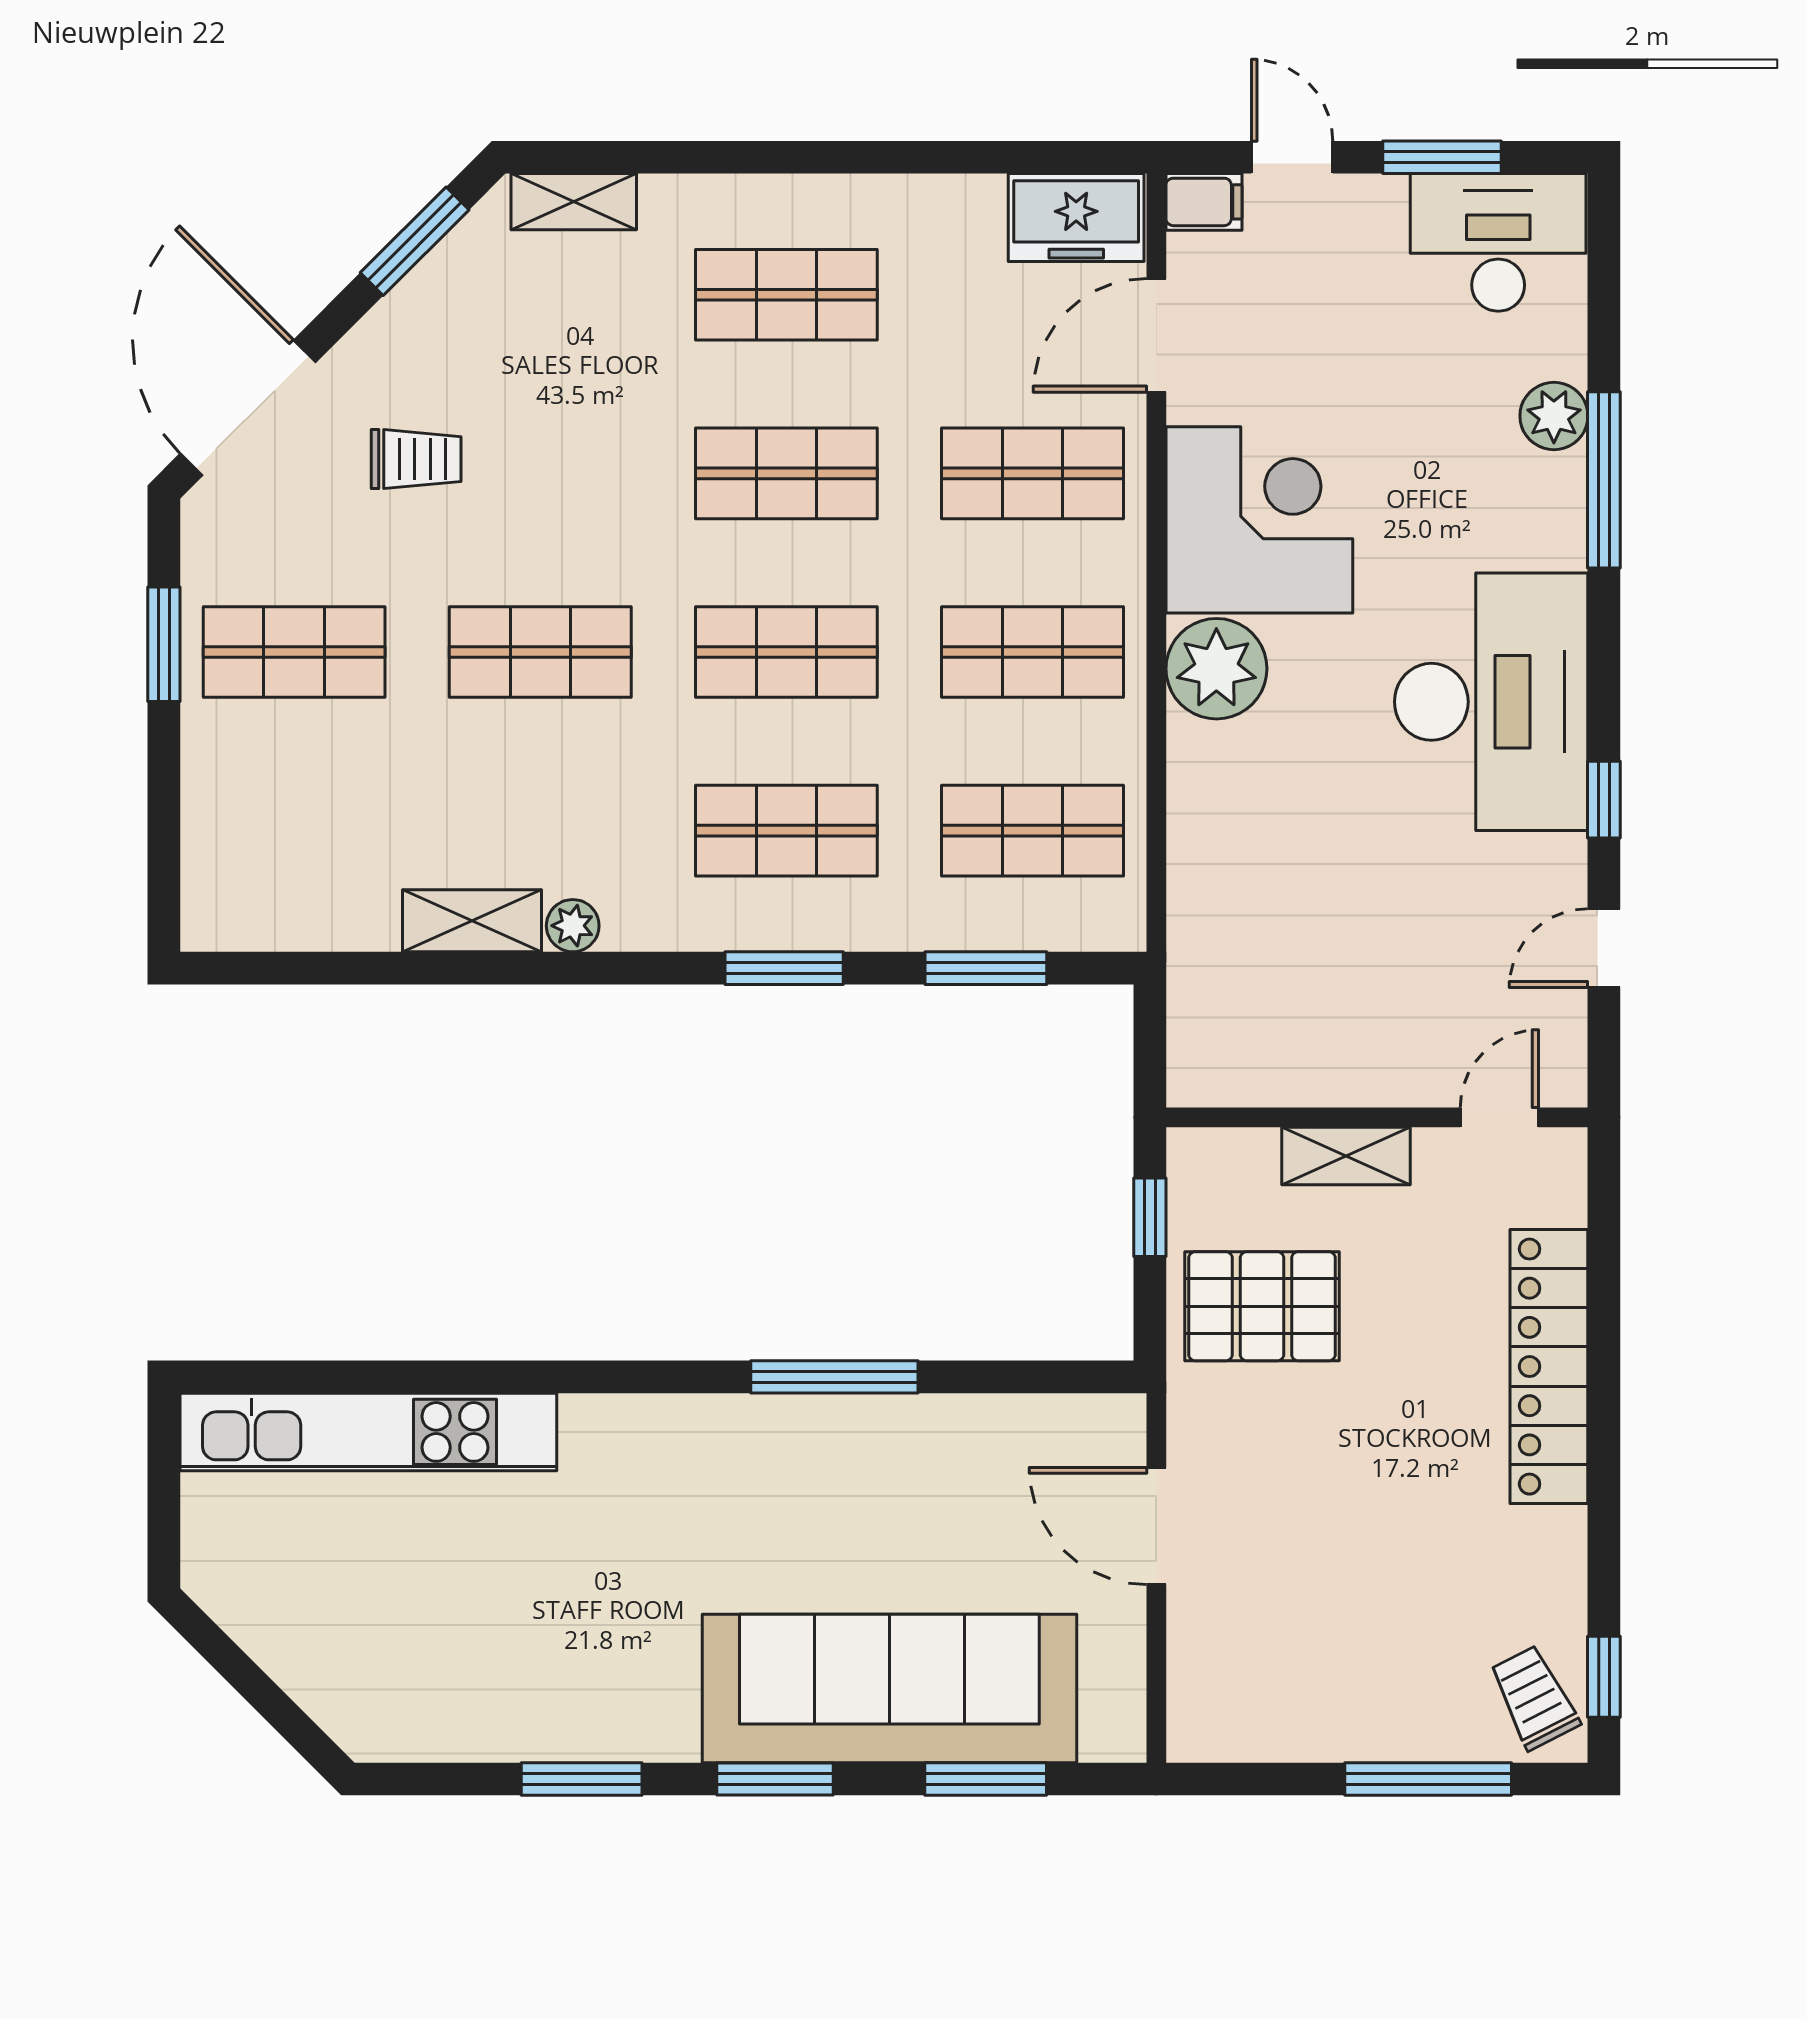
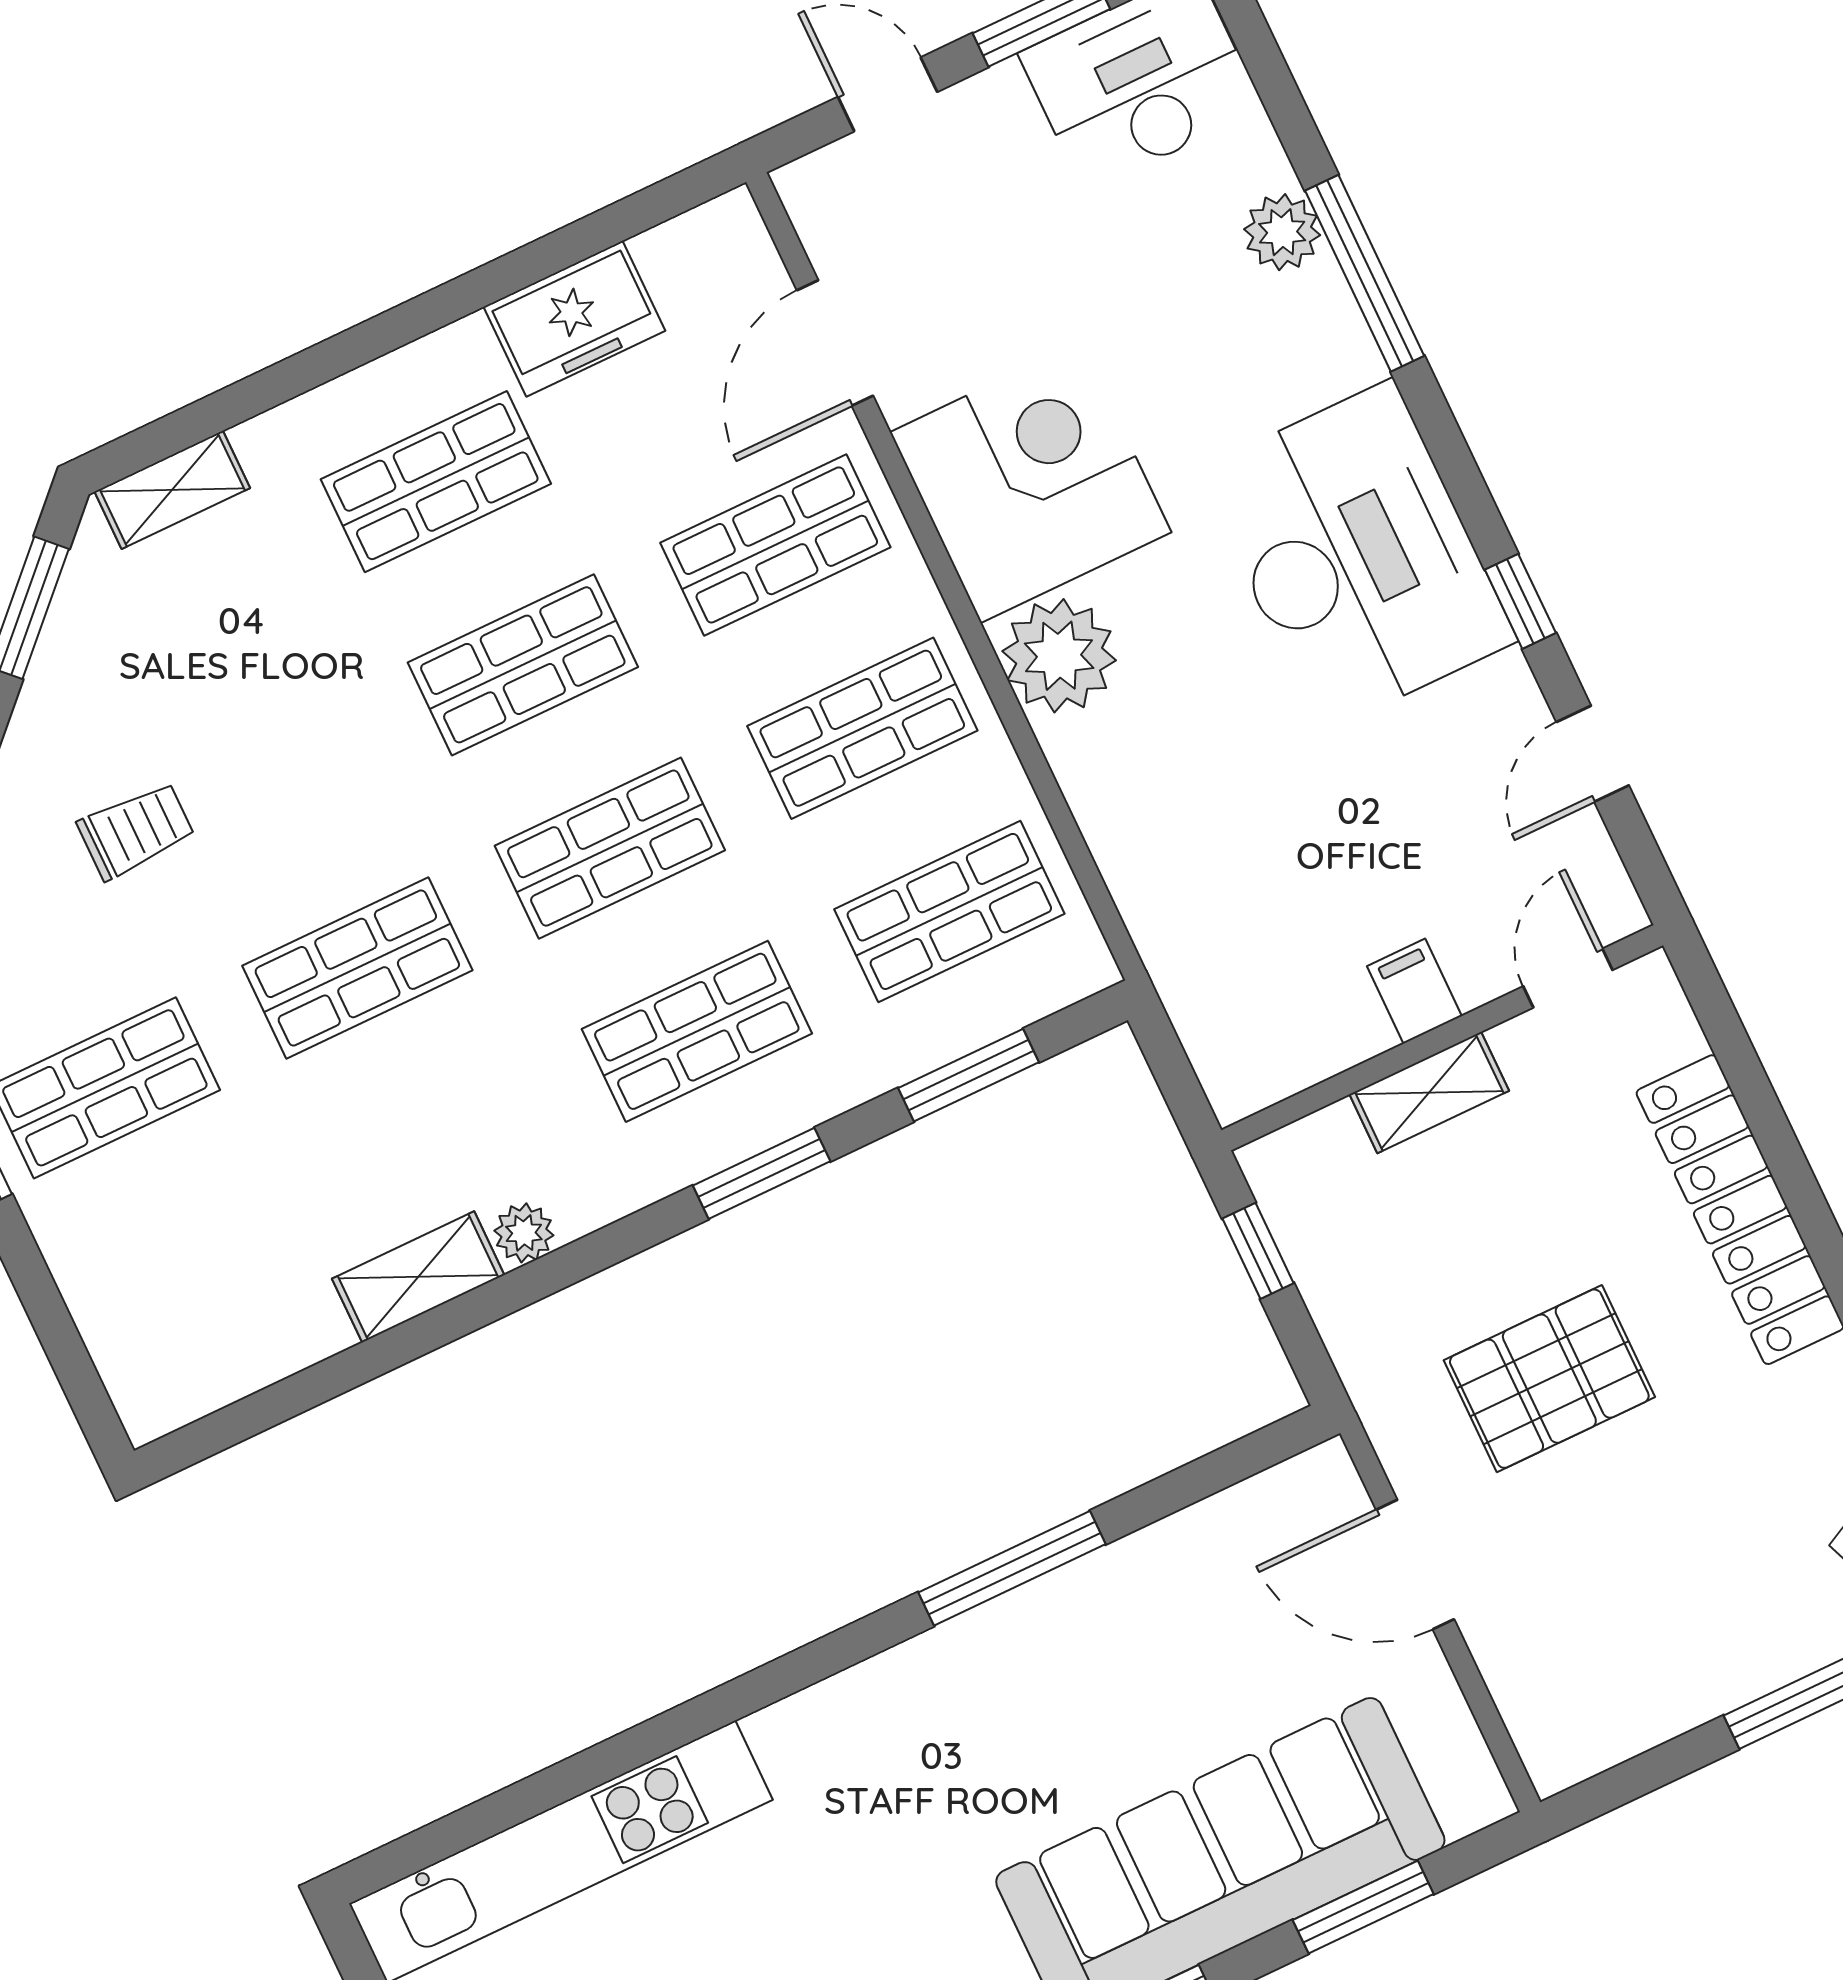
filing cabinet: (1204, 202) -> (1414, 991), moved, turned -90
freezer: (1076, 218) -> (574, 319), moved
pallet: (1262, 1306) -> (1549, 1379), moved

